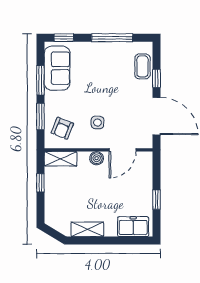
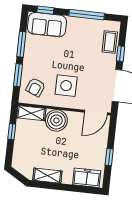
sofa: (57, 68) -> (47, 25), moved, turned 90
side table: (97, 122) -> (66, 86), width x1.87, depth x1.87
door: (123, 150) -> (96, 113), moved
boiler: (97, 158) -> (56, 120), width x1.86, depth x1.86

